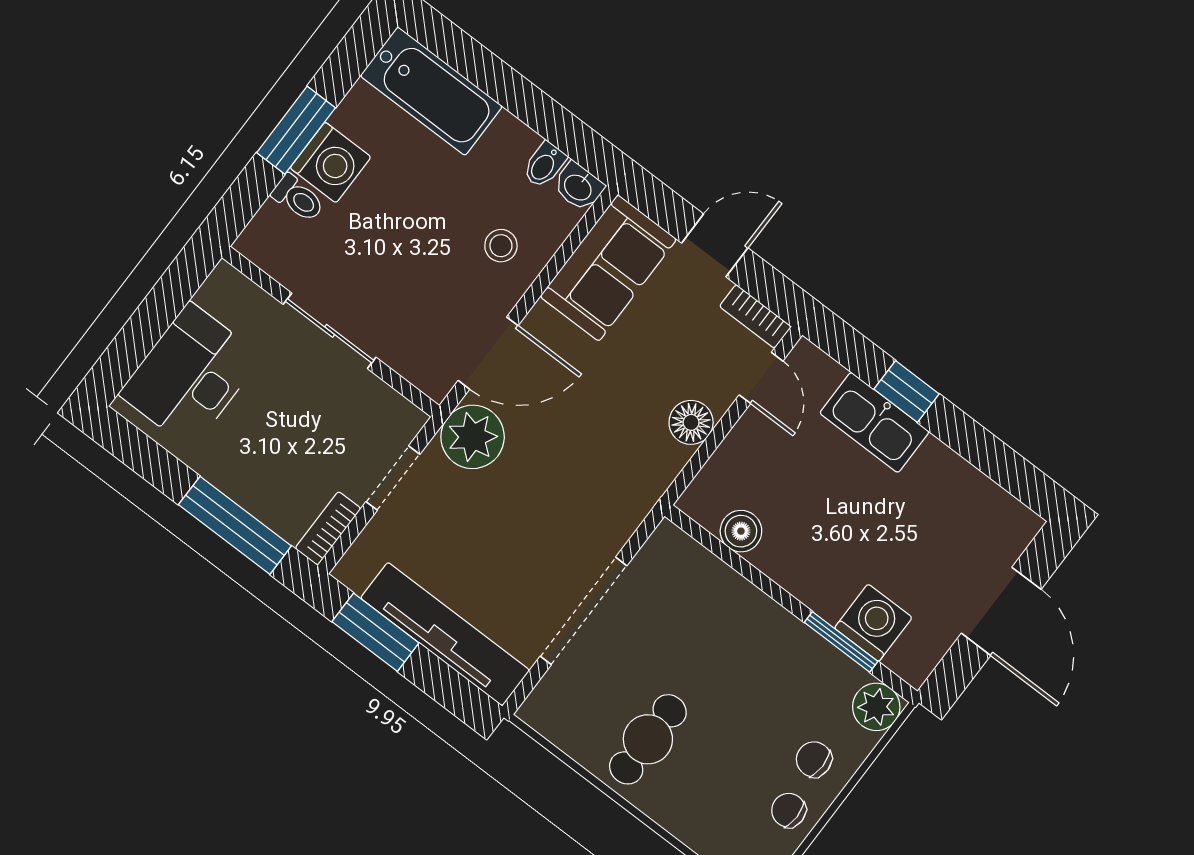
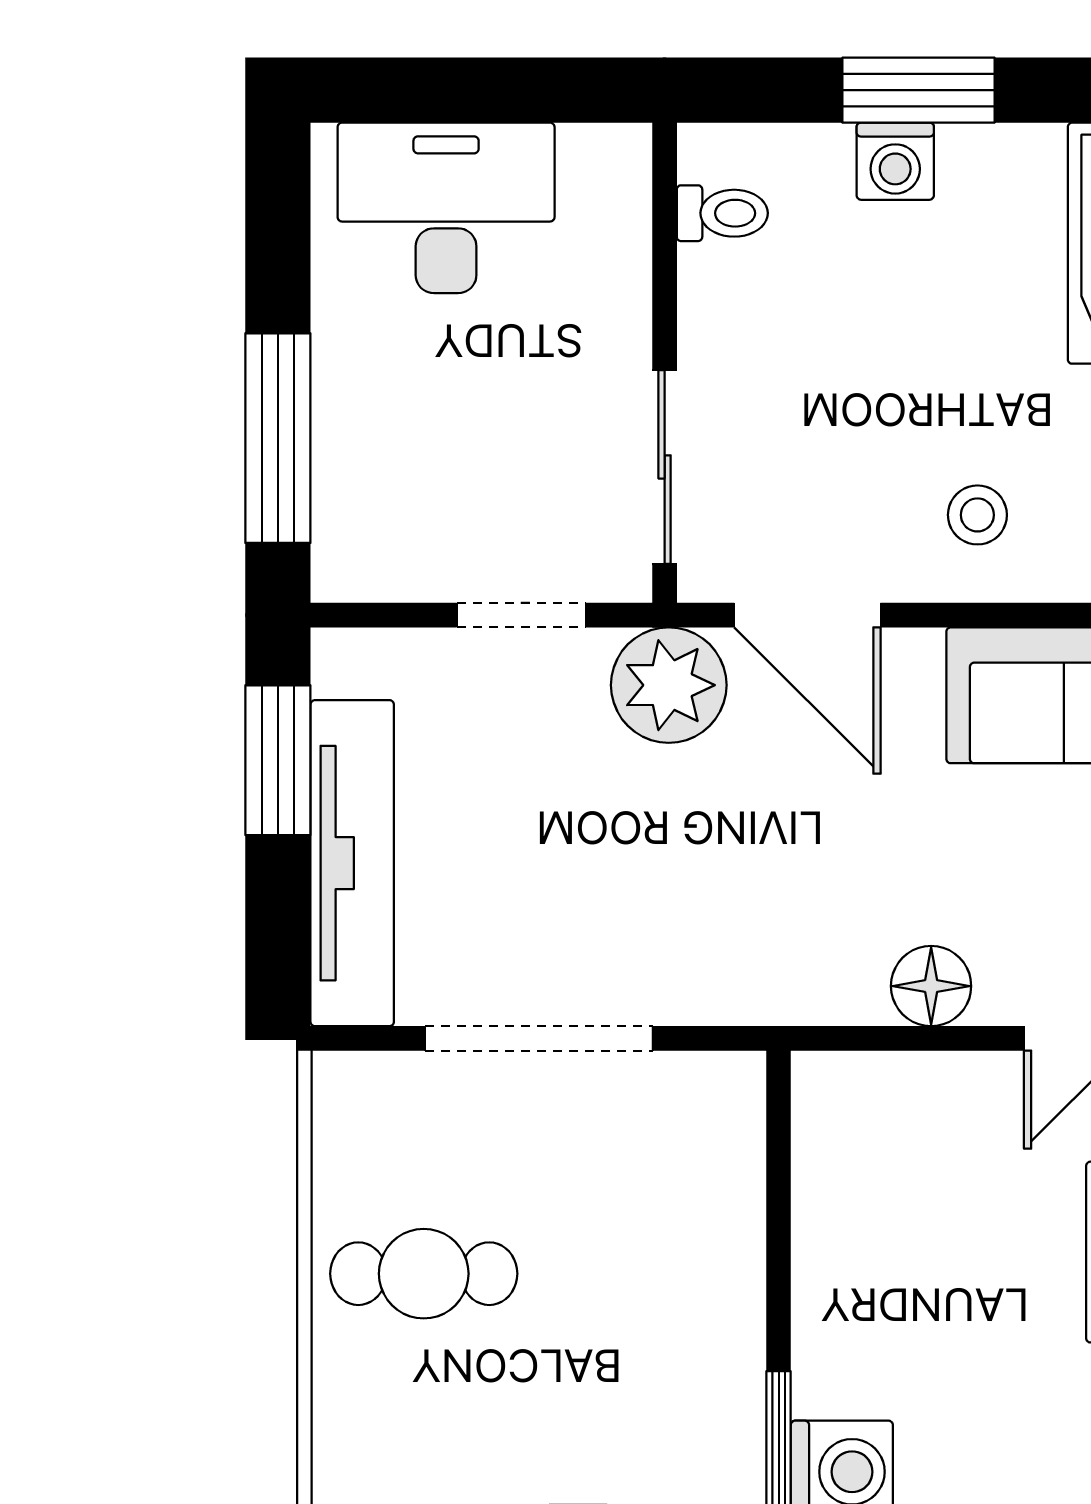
washing machine: (331, 162) -> (895, 161), width x0.73, depth x0.73
toilet: (298, 198) -> (722, 213), moved, turned -90
sliding door: (330, 331) -> (665, 467), moved
bookcase: (328, 528) -> (376, 577), removed
boiler: (741, 531) -> (829, 1179), removed

